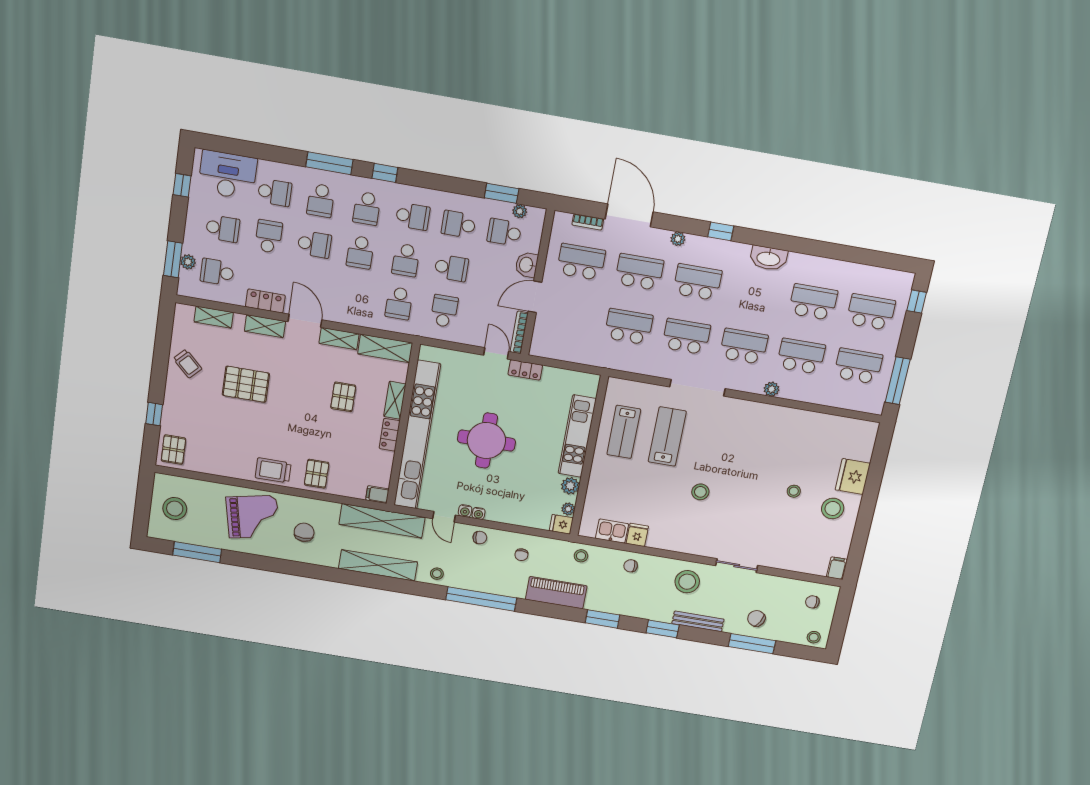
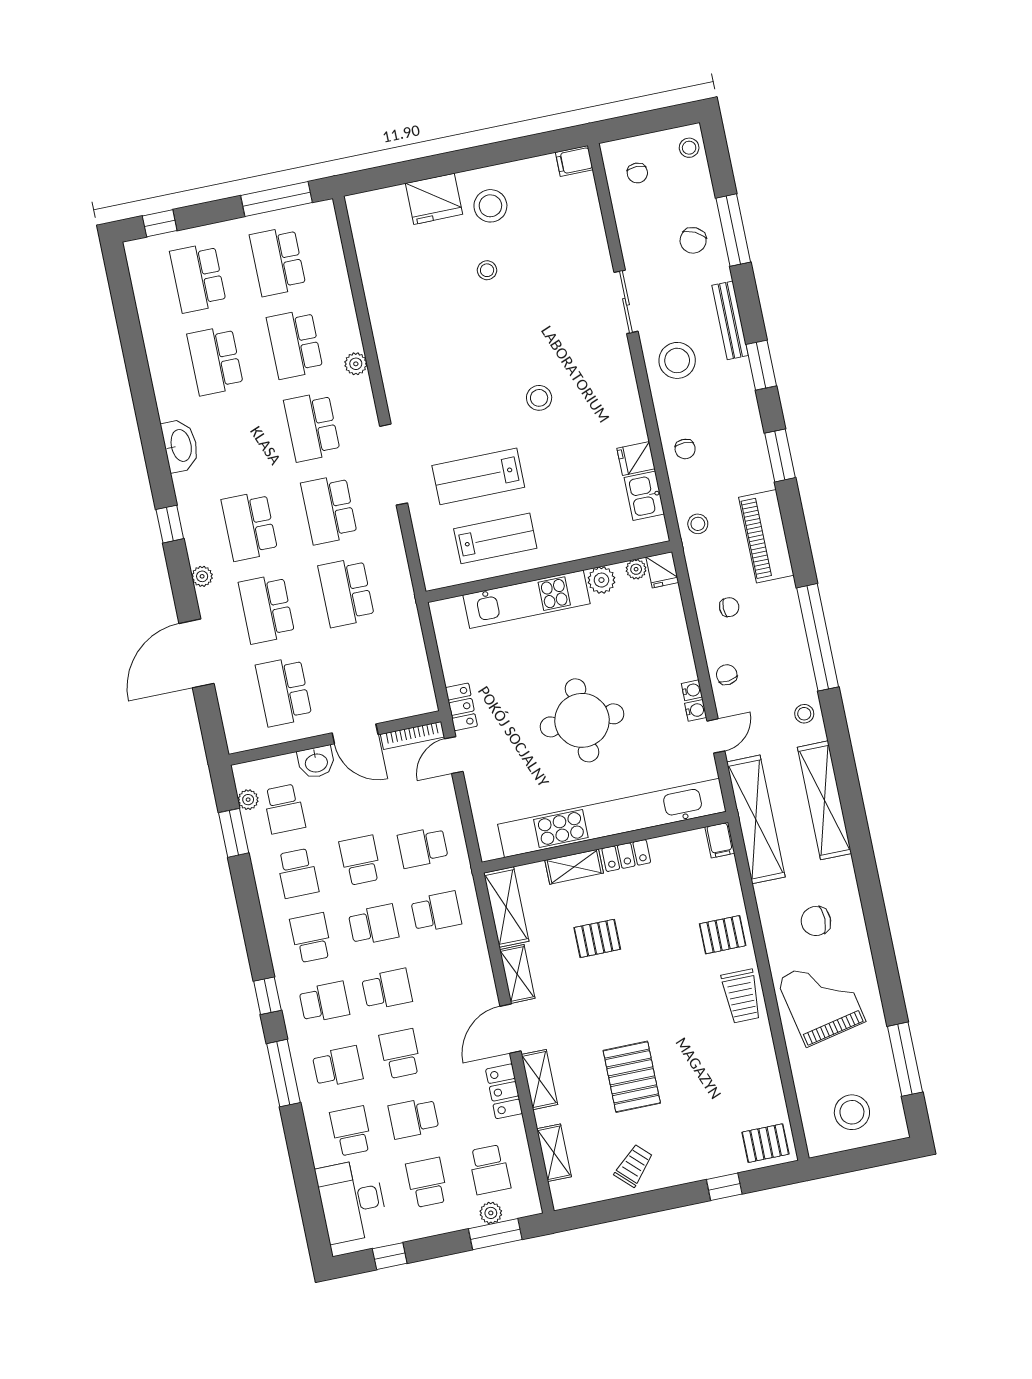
bookcase: (588, 222) -> (227, 704), removed

